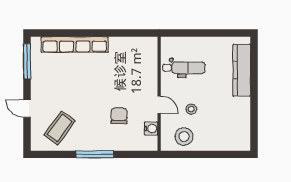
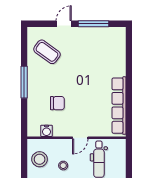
row of seats: (75, 45) -> (119, 106), moved
window: (27, 61) -> (94, 24), moved
door: (159, 105) -> (80, 138), moved

